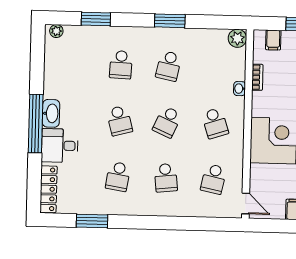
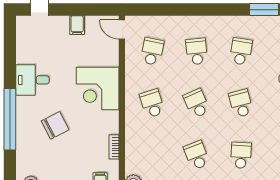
school desk: (169, 66) -> (197, 155), turned -33
washbasin: (240, 89) -> (130, 136), removed
school desk: (167, 122) -> (197, 103), turned -48

